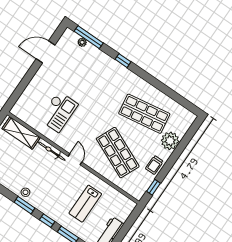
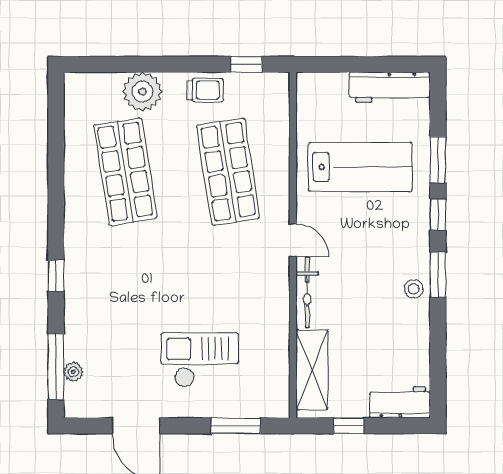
window: (20, 90) -> (236, 426), added
checkout: (59, 112) -> (200, 360), moved
shop shelf: (118, 153) -> (228, 172), turned -33
door: (75, 159) -> (293, 240), swing flipped
lab bench: (85, 204) -> (360, 167), width x1.36, depth x1.39

